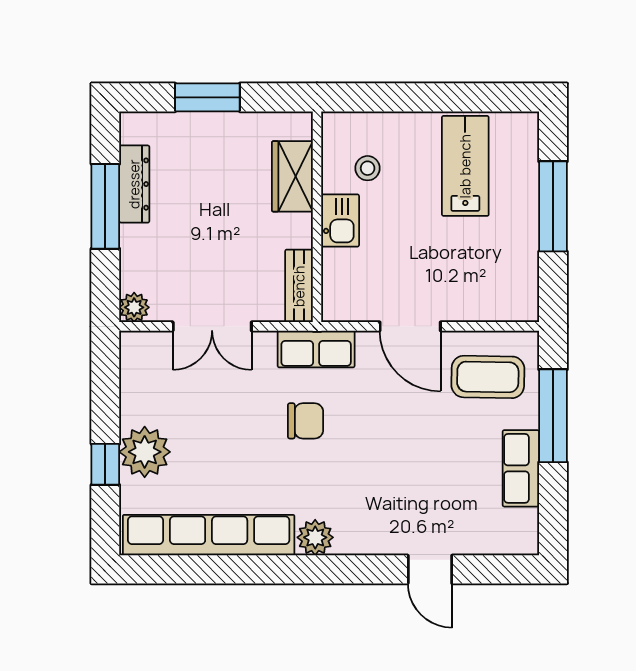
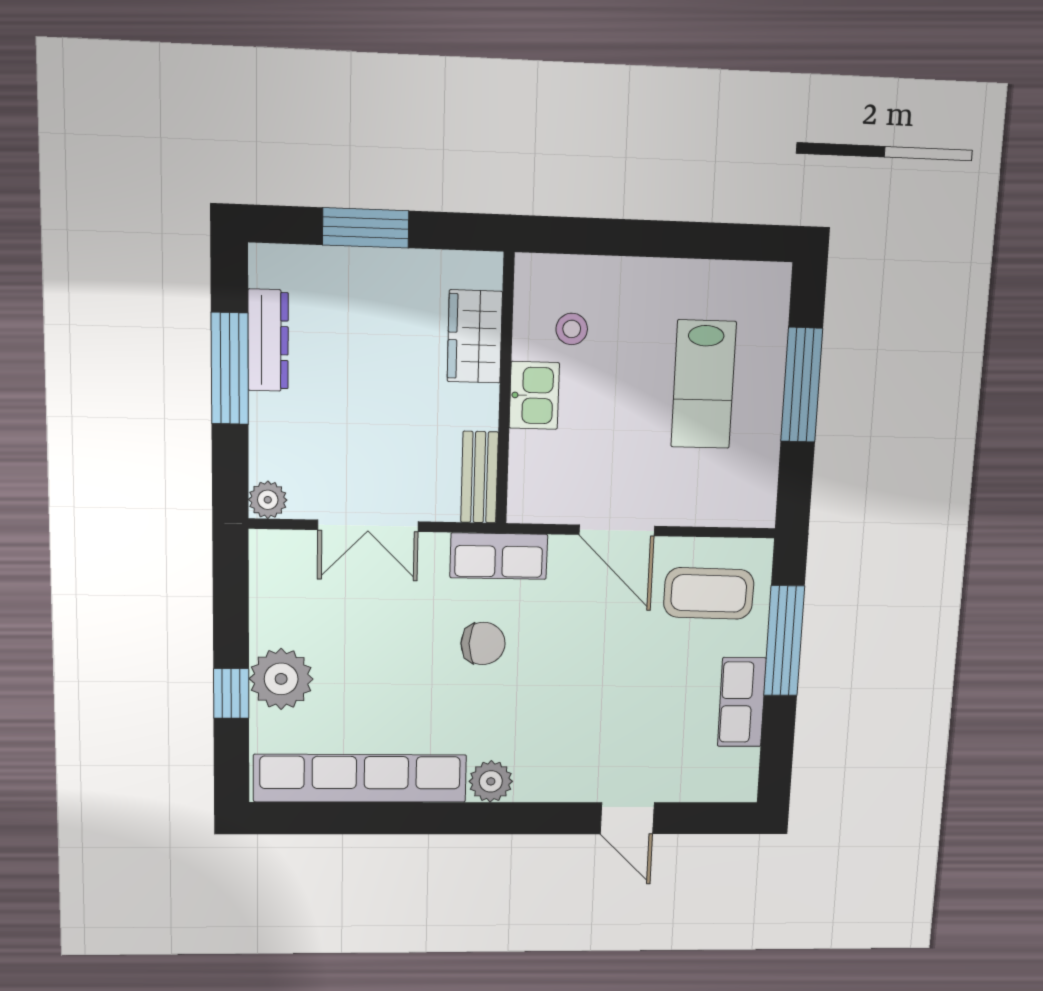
lab bench: (465, 166) -> (703, 384), moved, turned 180

